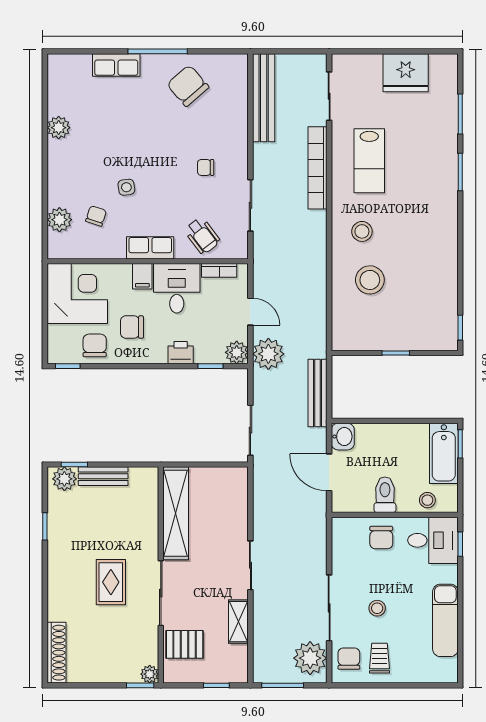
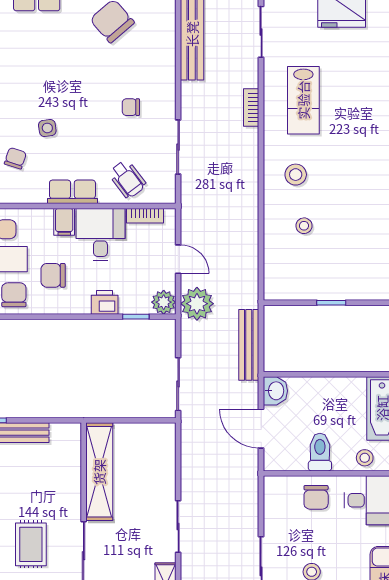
bookcase: (318, 168) -> (251, 108), width x0.43, depth x0.76
stool: (370, 280) -> (304, 226), width x0.53, depth x0.53

